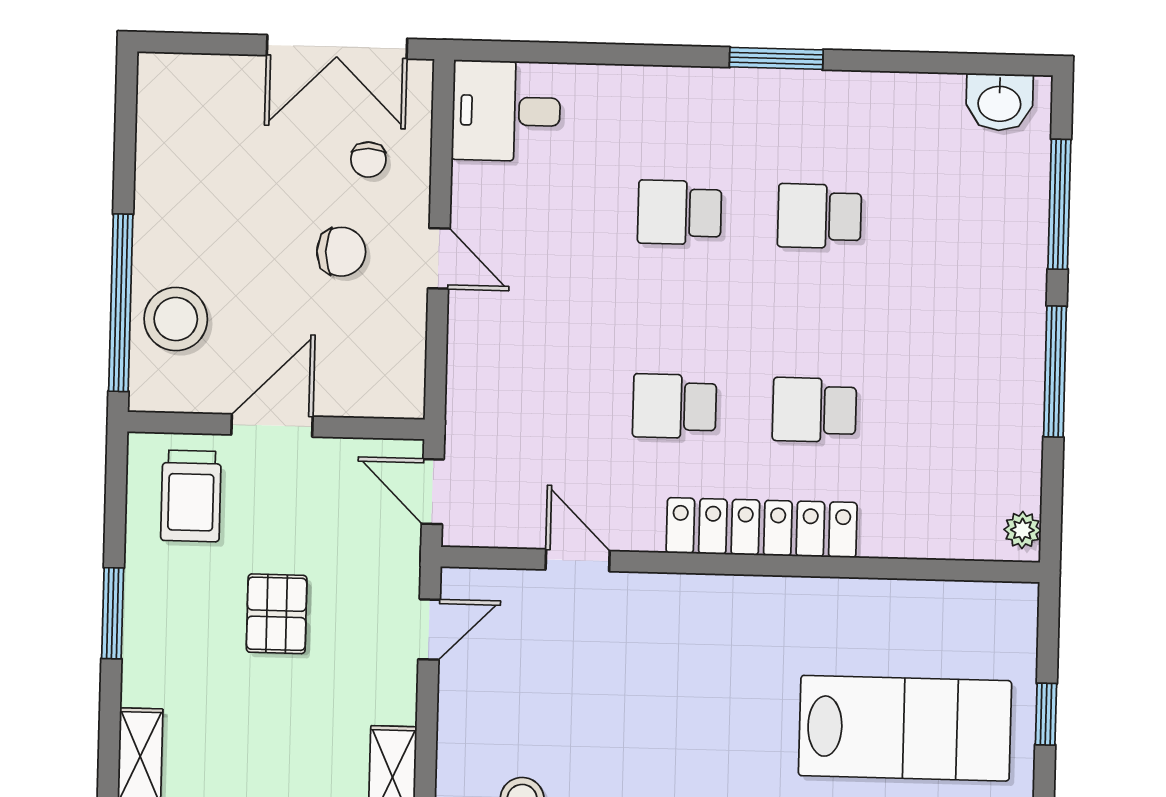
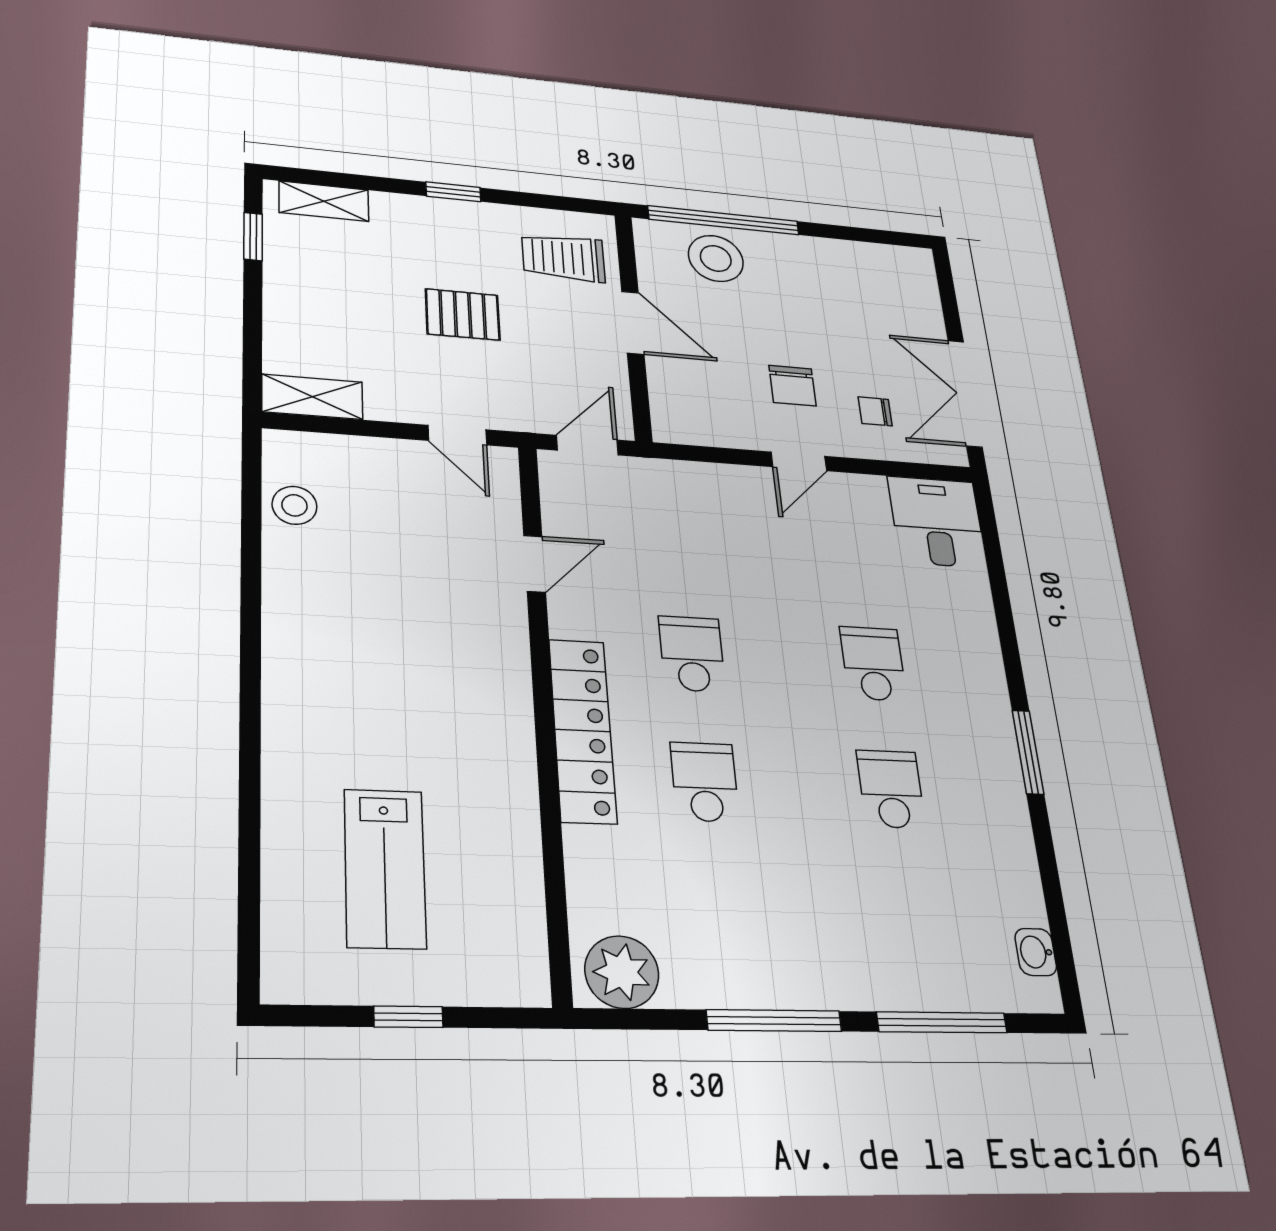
washbasin: (999, 102) -> (1036, 952), width x0.72, depth x0.69
plant: (1022, 530) -> (622, 972), width x1.87, depth x1.87
window: (113, 613) -> (453, 192), width x0.67
lab bench: (905, 728) -> (385, 868), width x0.73, depth x0.72

